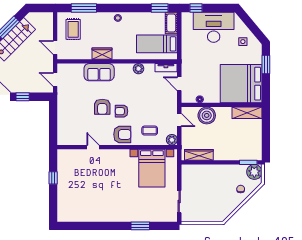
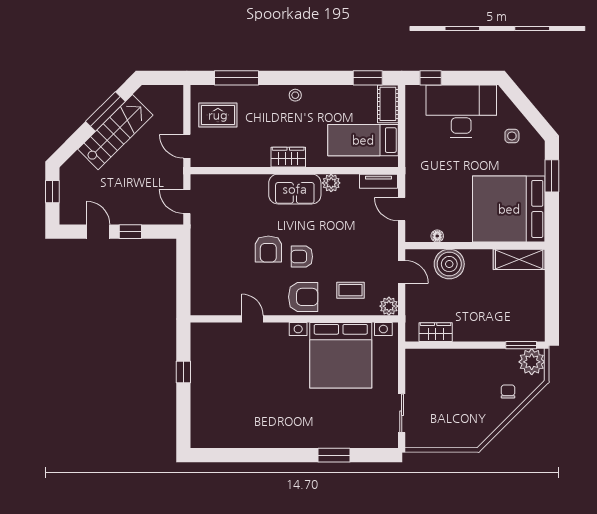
rug: (73, 29) -> (218, 115), turned 90
wardrobe: (102, 54) -> (288, 157), moved
sofa: (99, 72) -> (295, 189), moved
wardrobe: (199, 155) -> (436, 332), width x0.67
bed with nightstands: (152, 168) -> (341, 355), width x1.36

